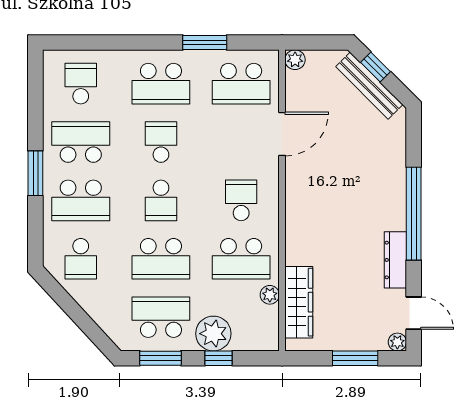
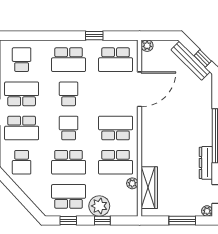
window: (205, 42) -> (94, 36), width x0.67
window: (375, 67) -> (203, 58), moved
door: (282, 134) -> (140, 89), width x1.36
school desk: (161, 200) -> (69, 128), turned 180
school desk: (241, 200) -> (116, 128), width x1.85
window: (160, 358) -> (68, 220), width x0.67

